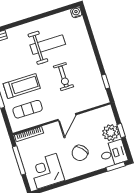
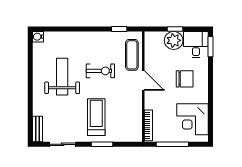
exercise mat: (28, 109) -> (132, 55), moved
chair: (80, 153) -> (185, 79), turned -49

